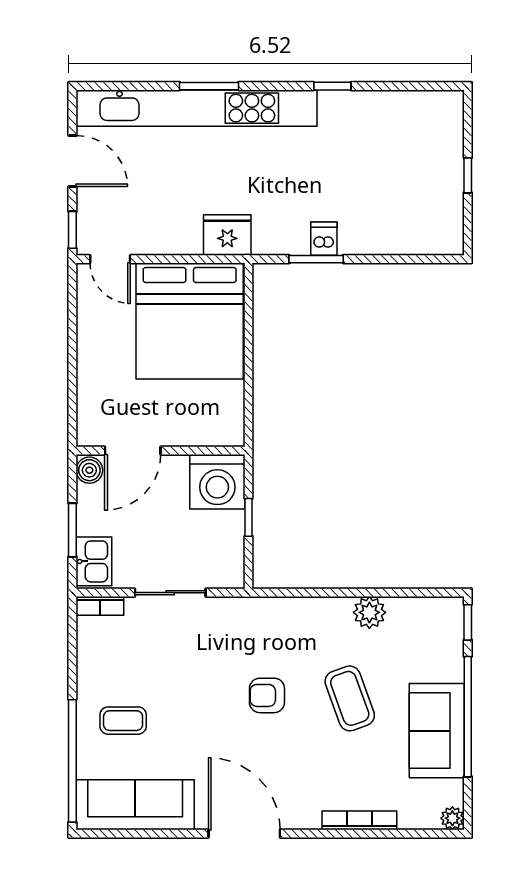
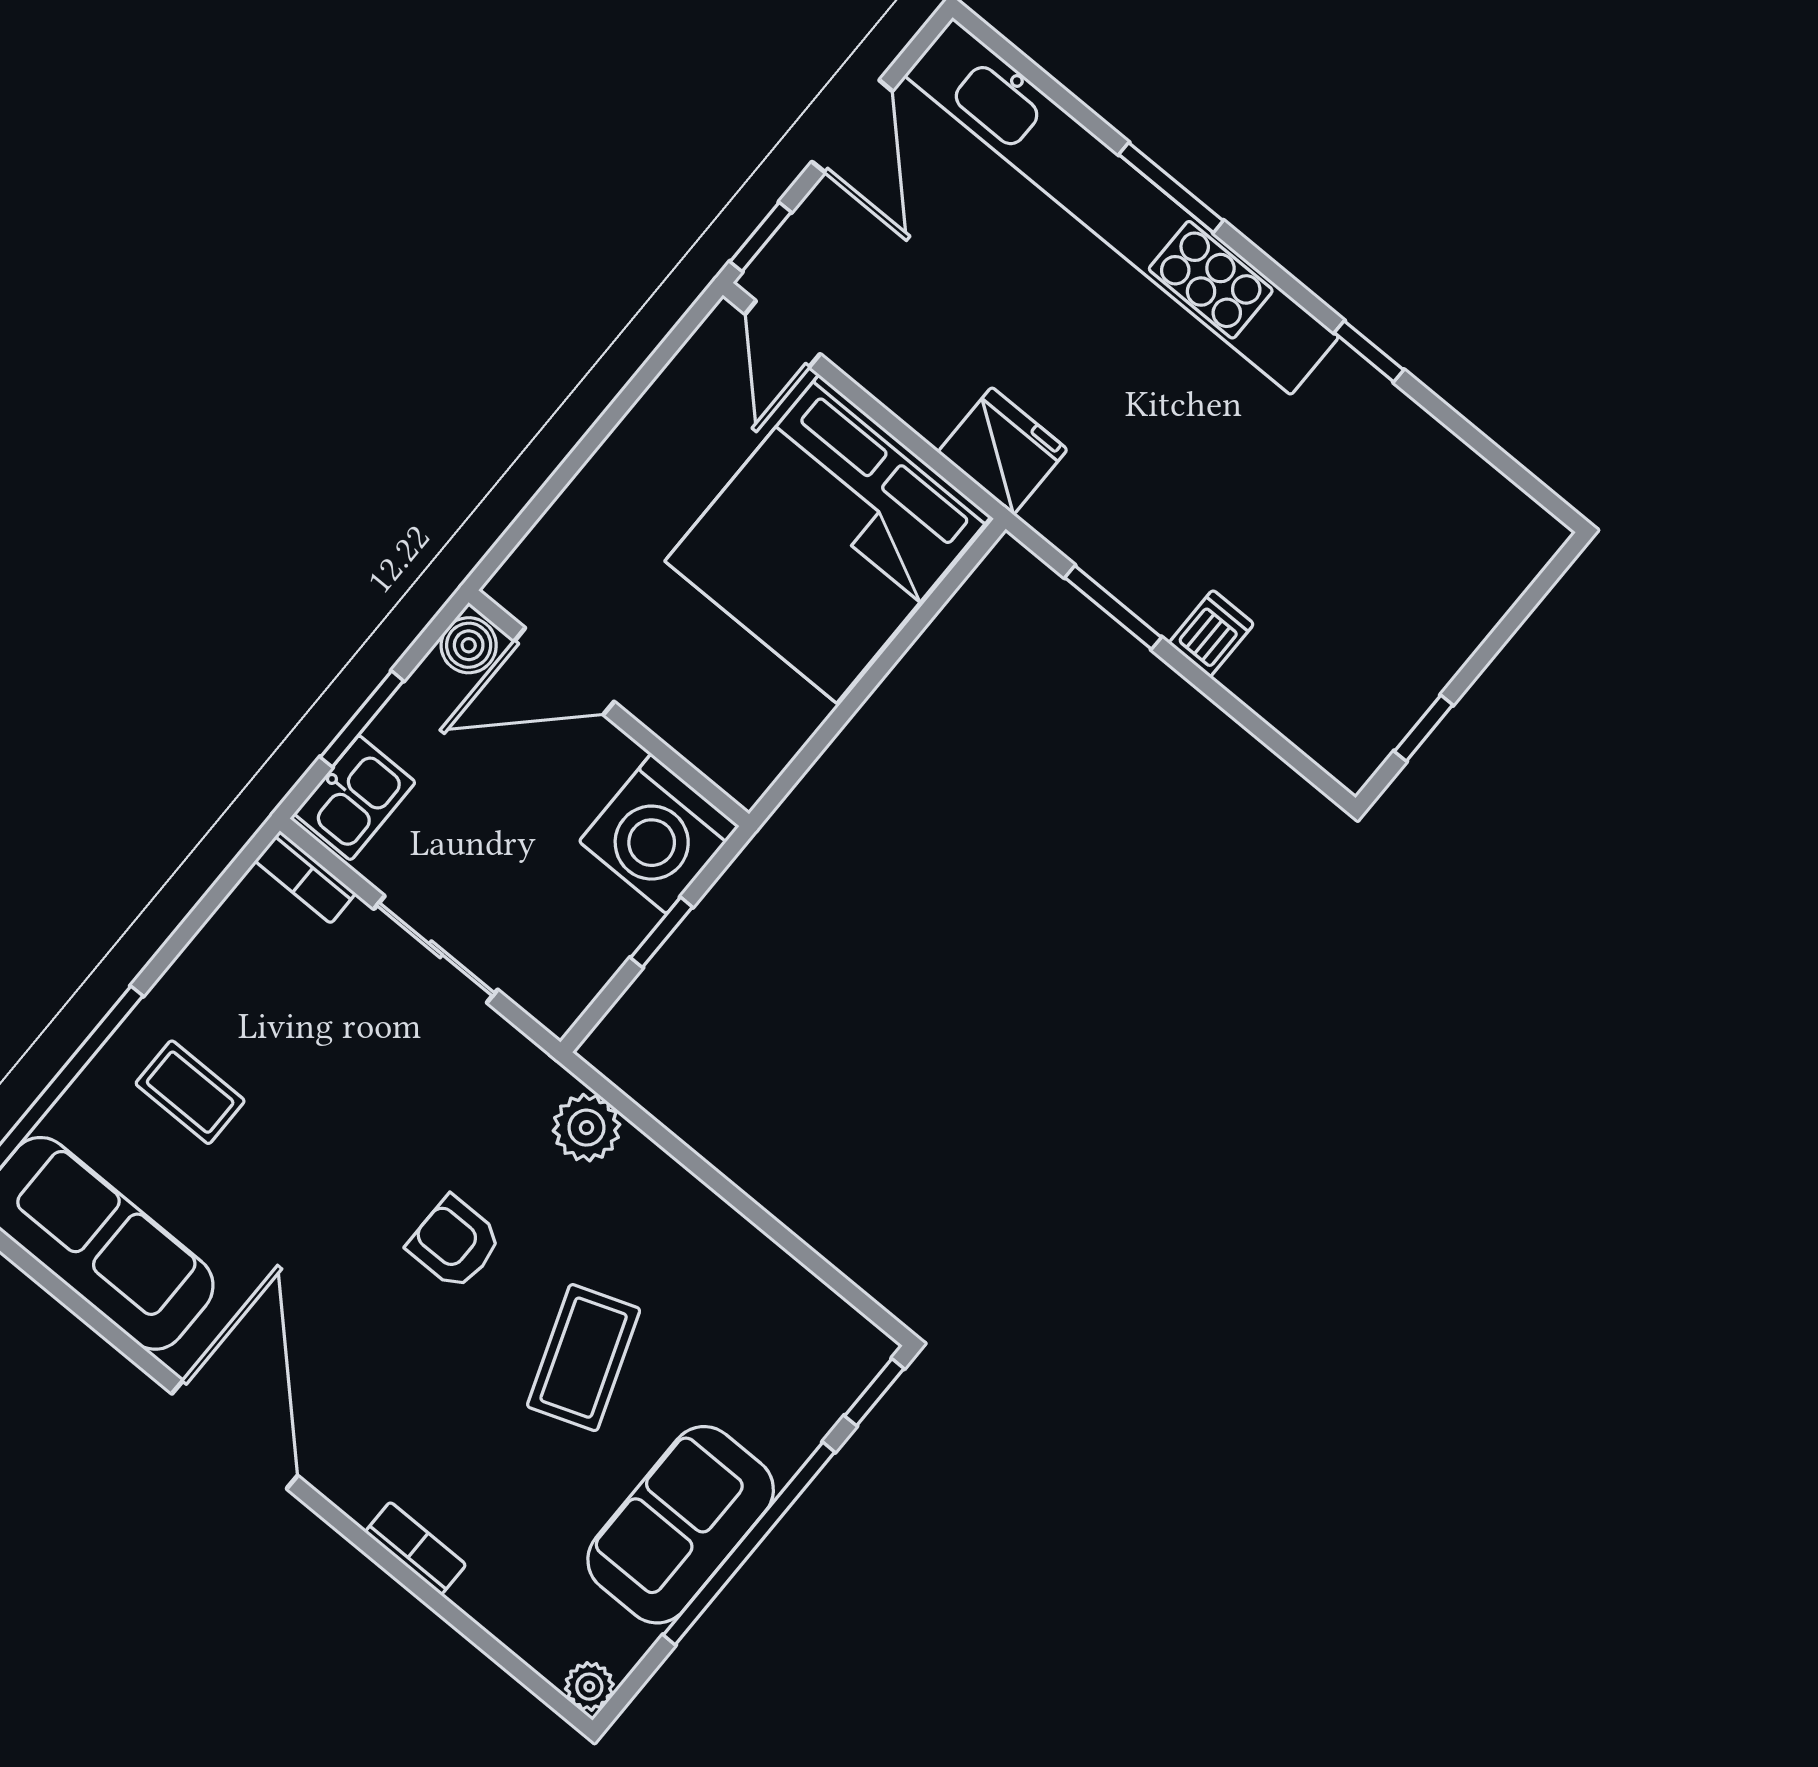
window: (468, 175) -> (1424, 728), moved
dishwasher: (324, 239) -> (1211, 633), moved
plant: (369, 612) -> (586, 1128), moved
bookcase: (359, 820) -> (416, 1548), width x0.64

